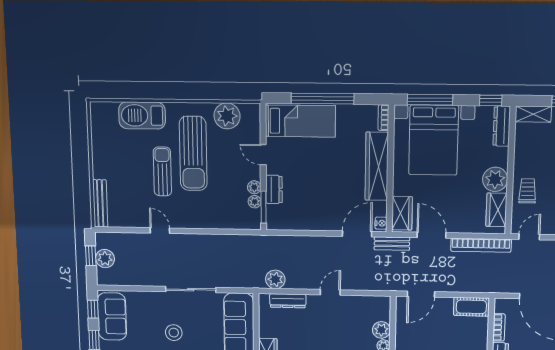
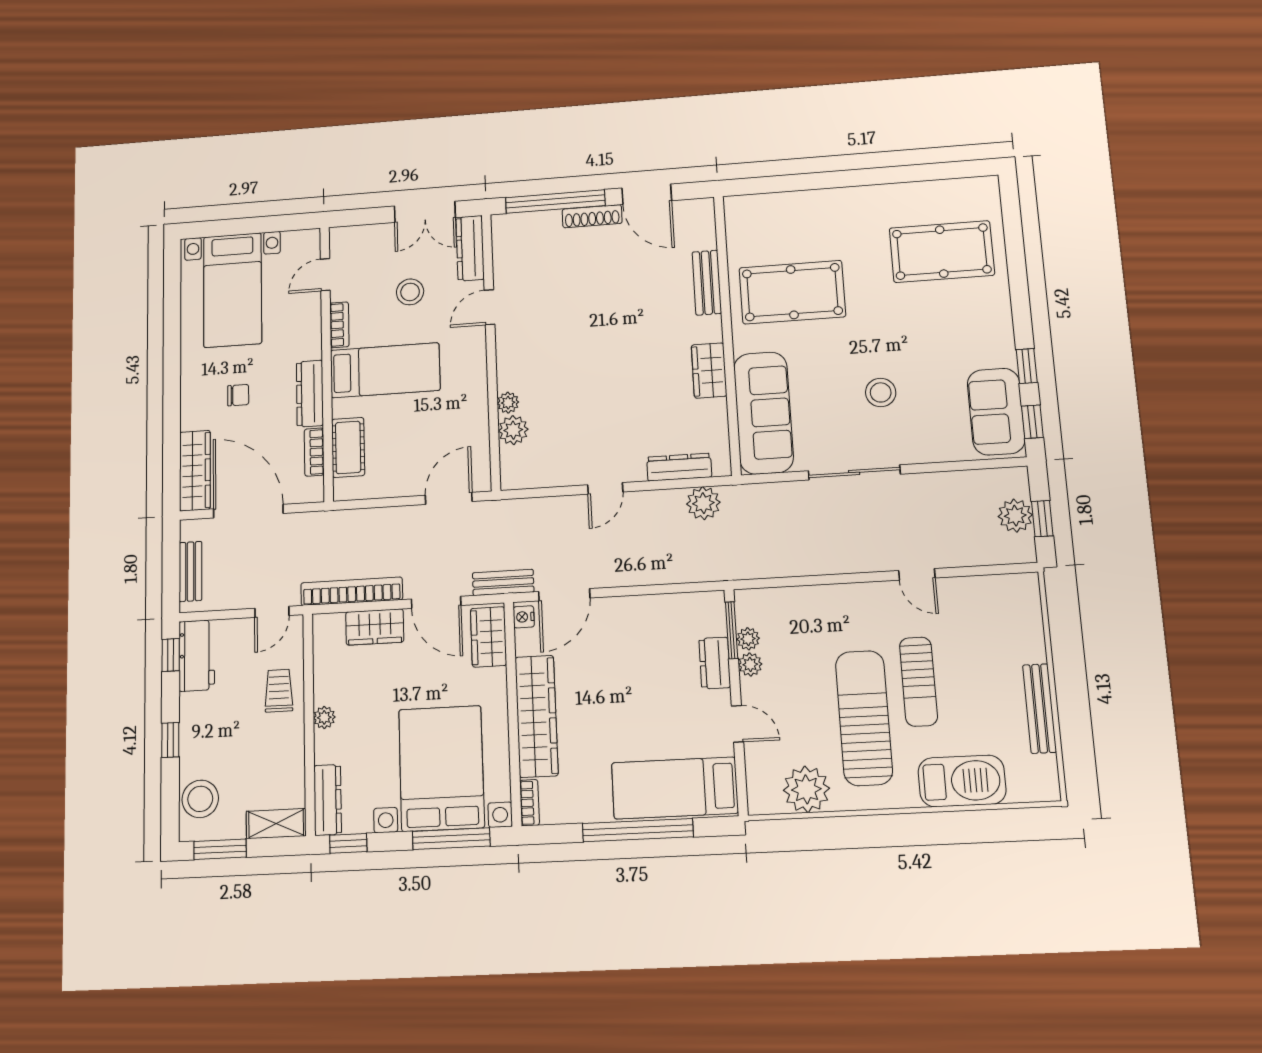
plant: (495, 179) -> (324, 717), width x0.53, depth x0.53
trolley: (527, 191) -> (279, 691), turned 180
bench: (100, 203) -> (1040, 708), moved
wardrobe: (496, 210) -> (375, 627), moved, turned 90
cot: (471, 307) -> (348, 447), moved, turned 90

